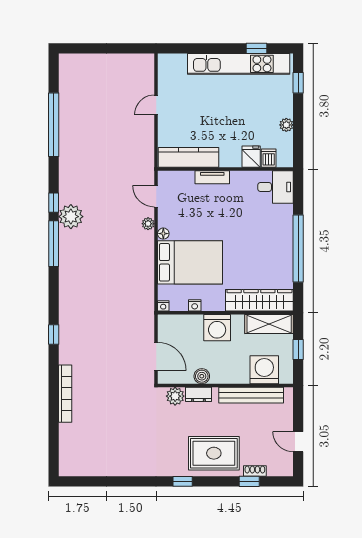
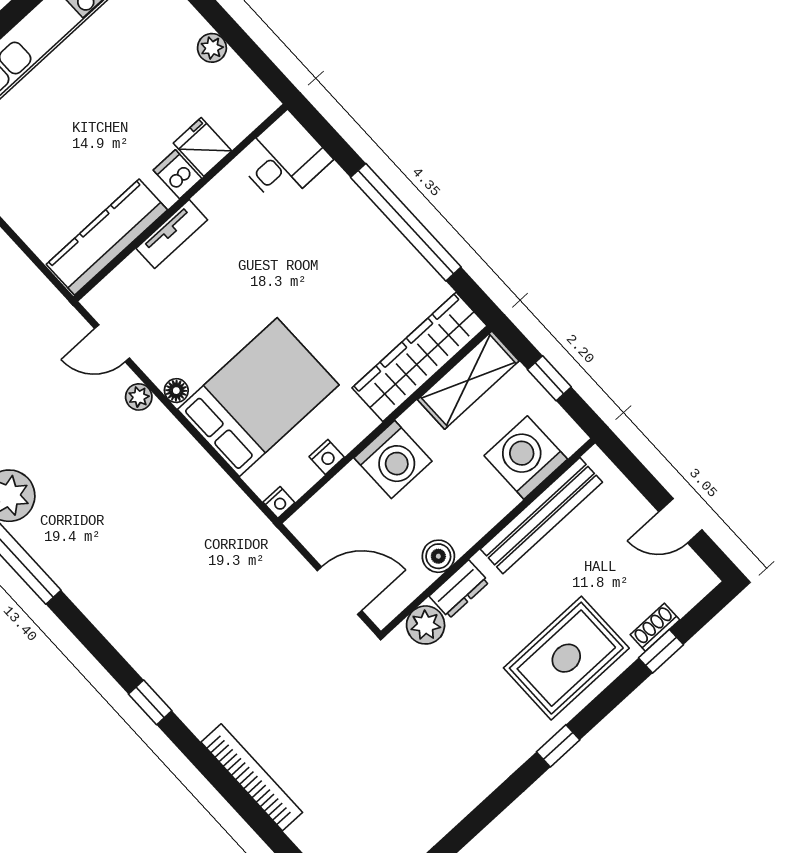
dishwasher: (269, 158) -> (177, 174), moved

